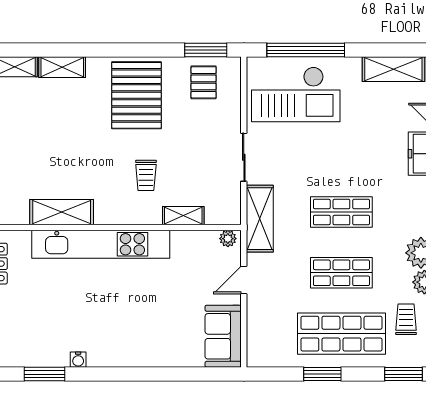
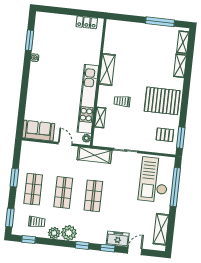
shelving: (62, 212) -> (107, 70), moved
kitchen unit: (101, 244) -> (88, 99), moved
shop shelf: (341, 334) -> (33, 189), width x0.70, depth x0.74

